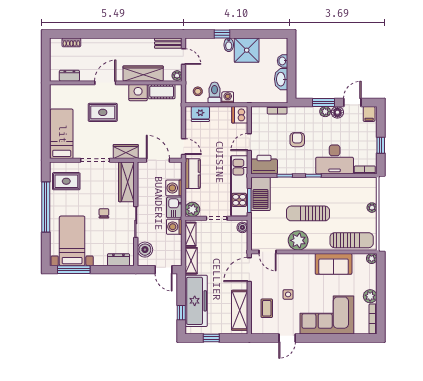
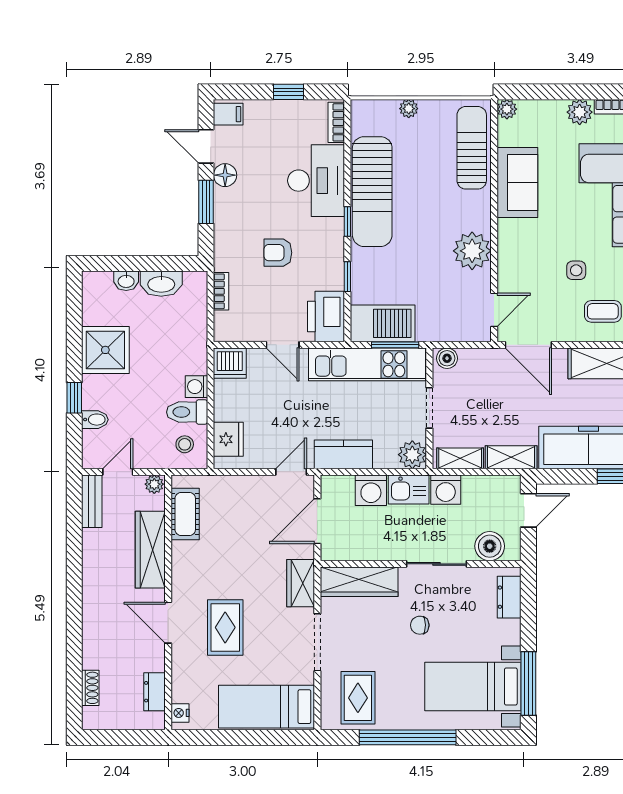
bidet: (229, 45) -> (95, 420), moved
nightstand: (138, 93) -> (180, 713), moved, width x0.53, depth x0.56
plant: (325, 112) -> (224, 199), removed
sun lounger: (308, 213) -> (372, 192), moved, width x1.36, depth x1.34

